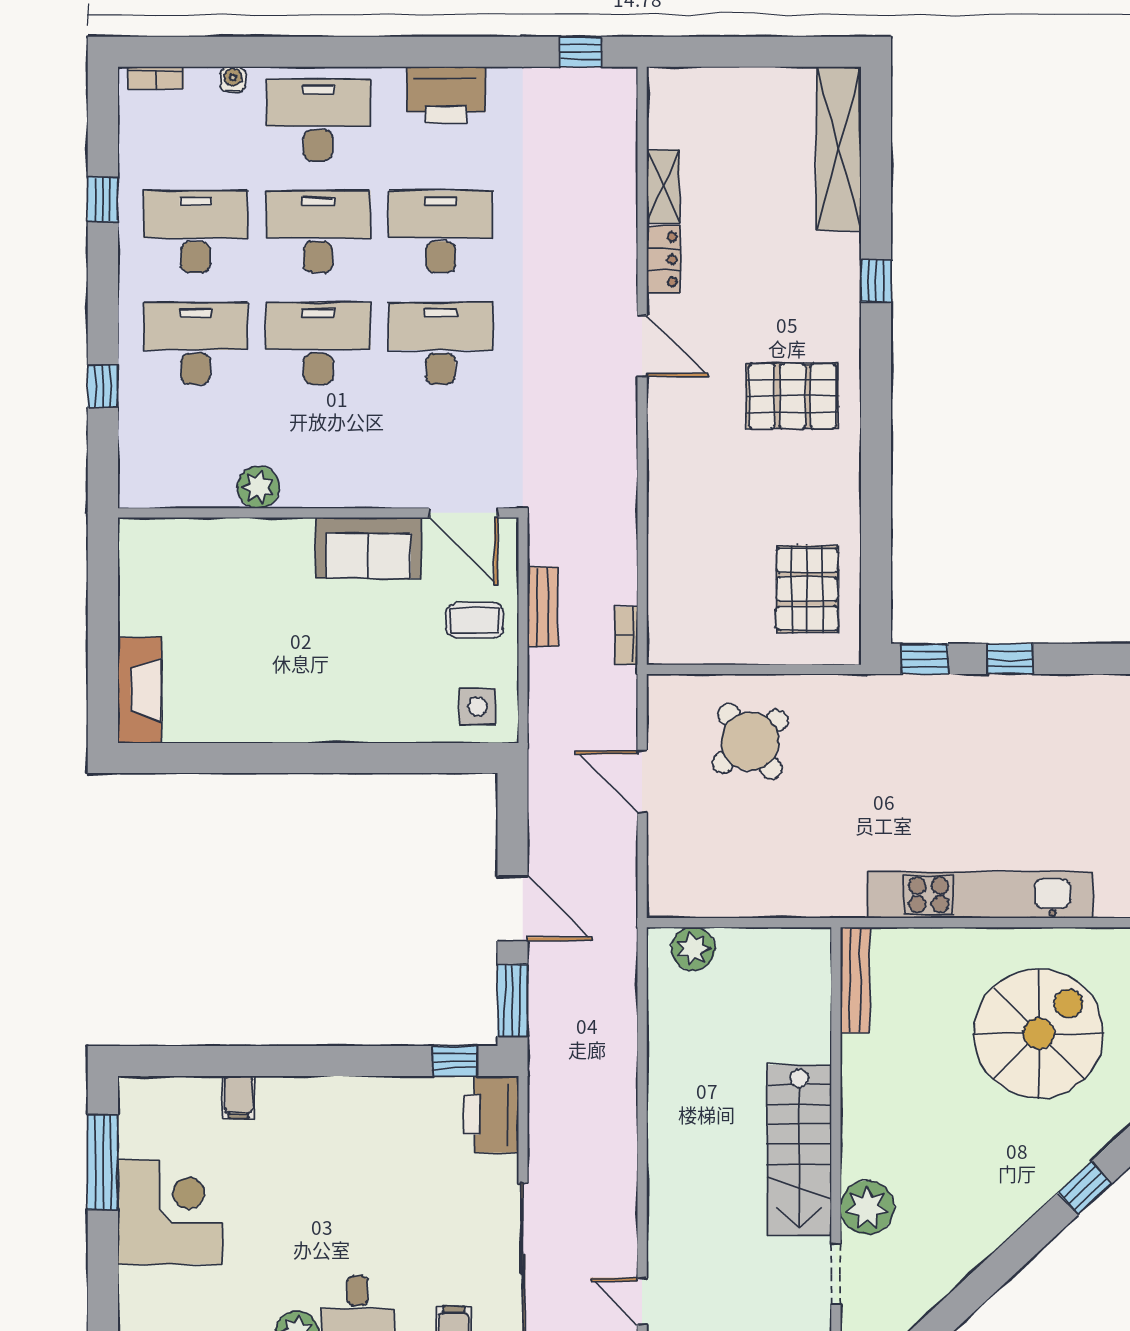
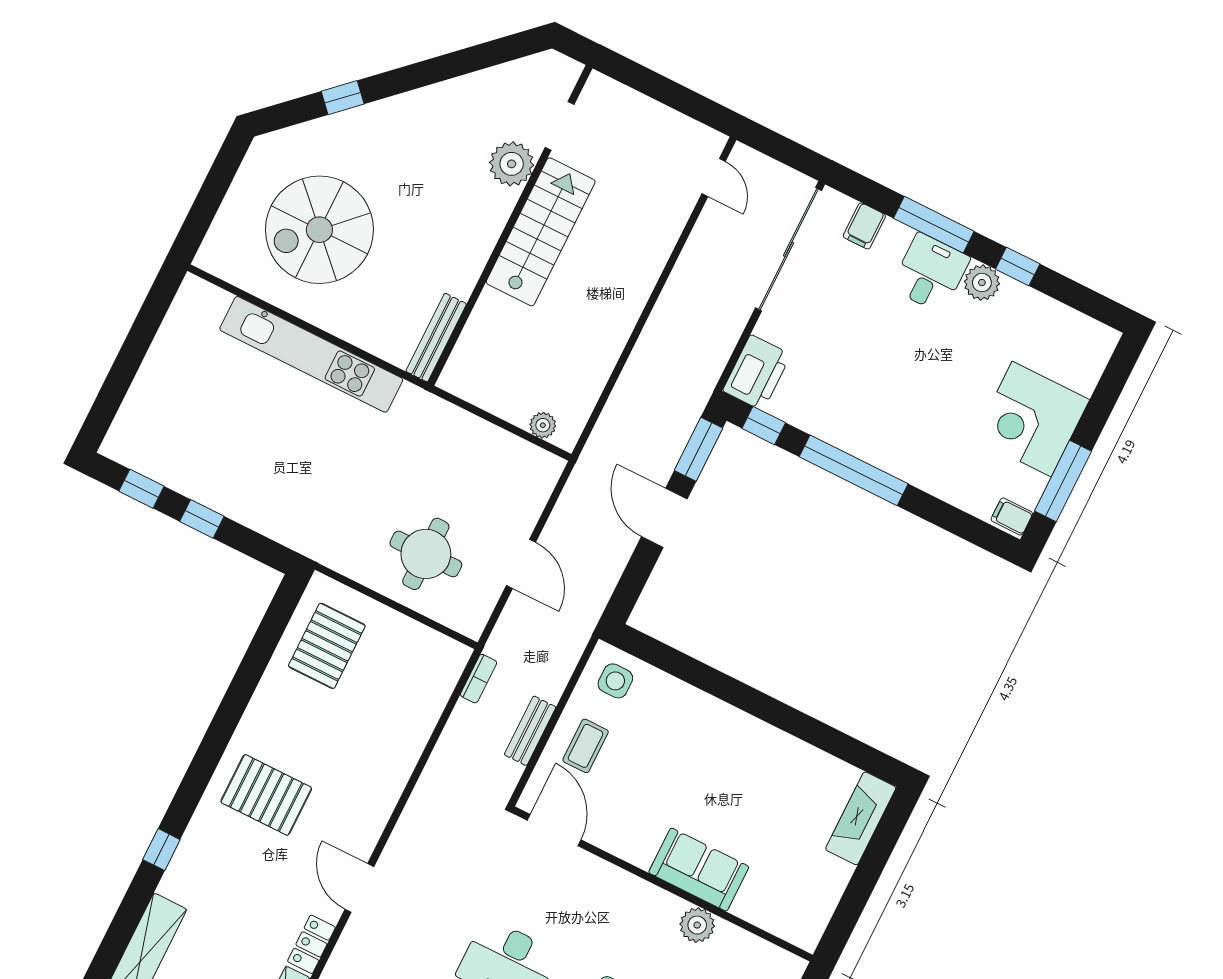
sofa: (368, 548) -> (699, 870), moved
coffee table: (475, 620) -> (586, 746), turned 90
window: (925, 659) -> (141, 489), moved
round table: (750, 741) -> (426, 554), turned 38
plant: (693, 949) -> (543, 425), width x0.73, depth x0.73
window: (334, 1061) -> (854, 470), added
filing cabinet: (239, 1097) -> (1012, 516), moved, turned -90

